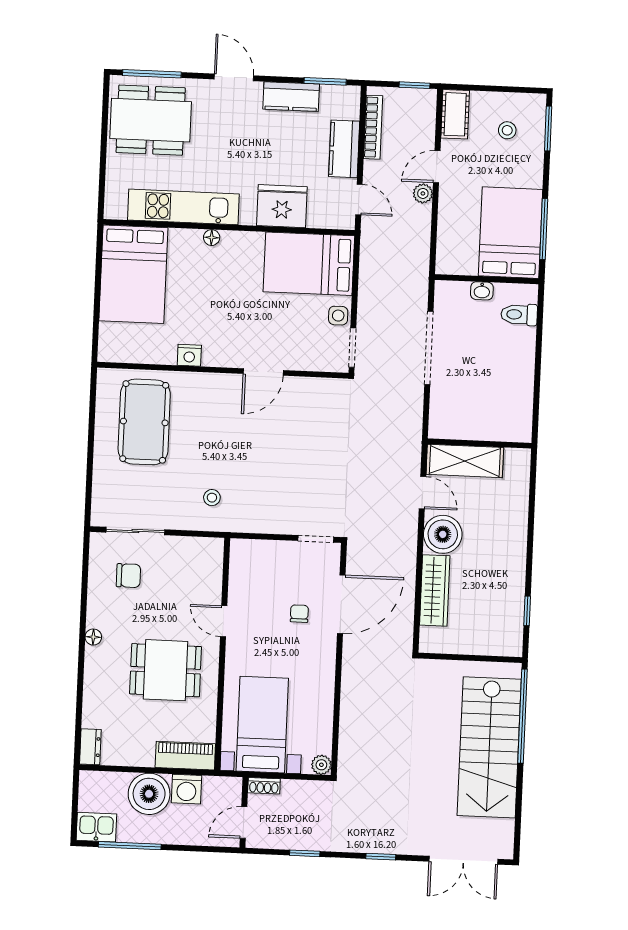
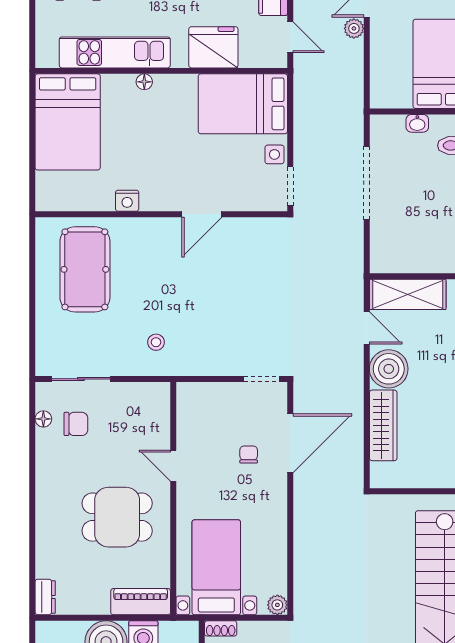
floor lamp: (93, 637) -> (43, 419), moved

